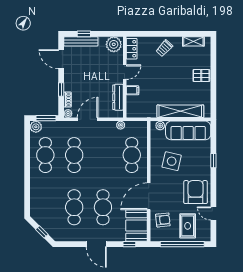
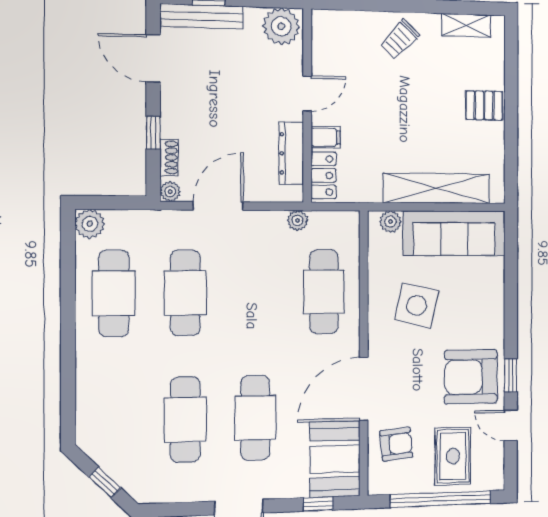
locker: (132, 49) -> (324, 175), moved
window: (46, 118) -> (115, 203), removed
window: (213, 161) -> (511, 376), moved
armchair: (196, 192) -> (471, 377), turned -90

